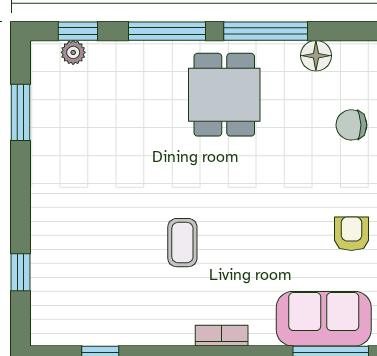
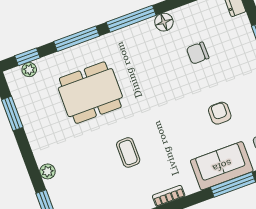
dining table: (224, 95) -> (90, 93), moved, width x1.38
plant: (43, 226) -> (47, 171), added

